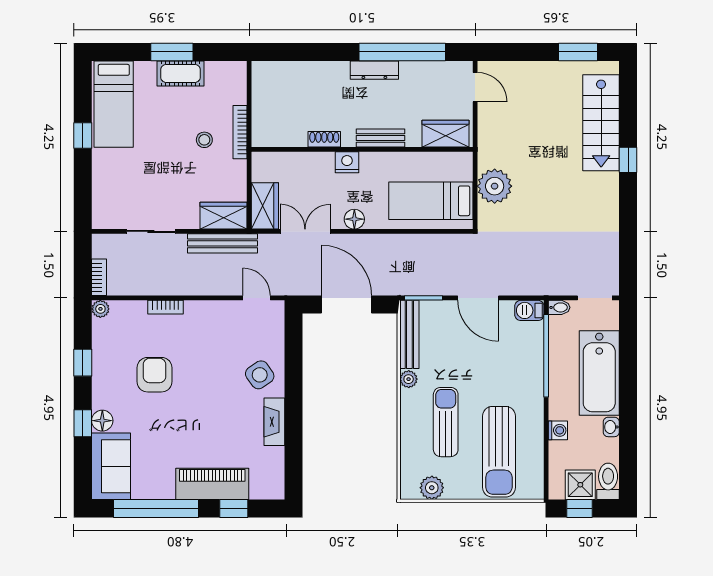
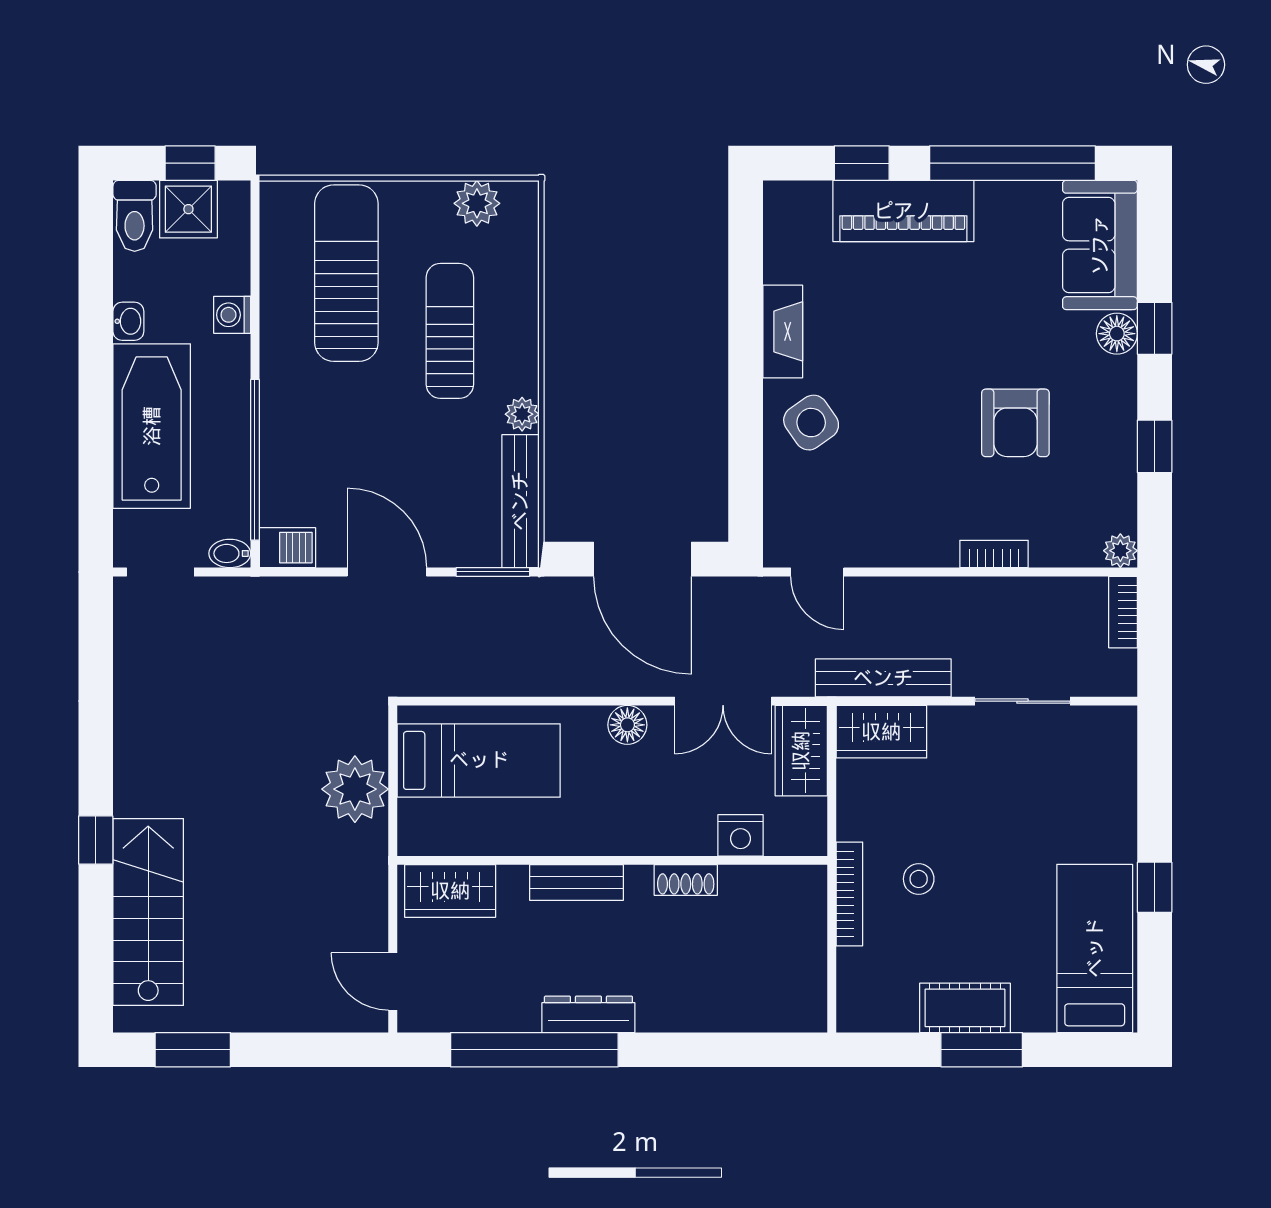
nightstand: (347, 162) -> (741, 835), moved
sun lounger: (446, 422) -> (450, 331), turned 180

